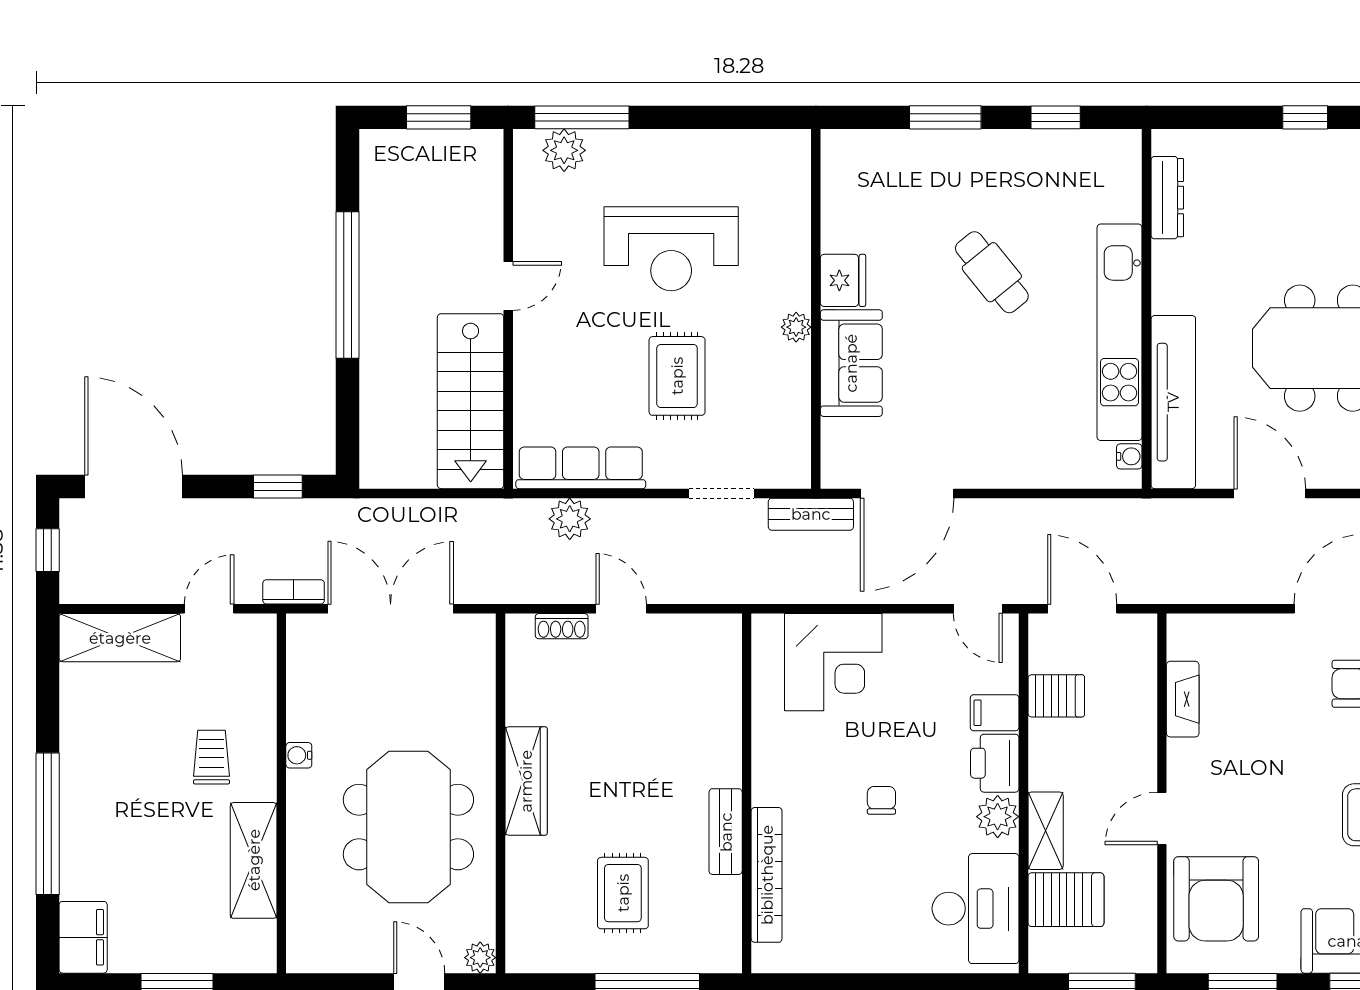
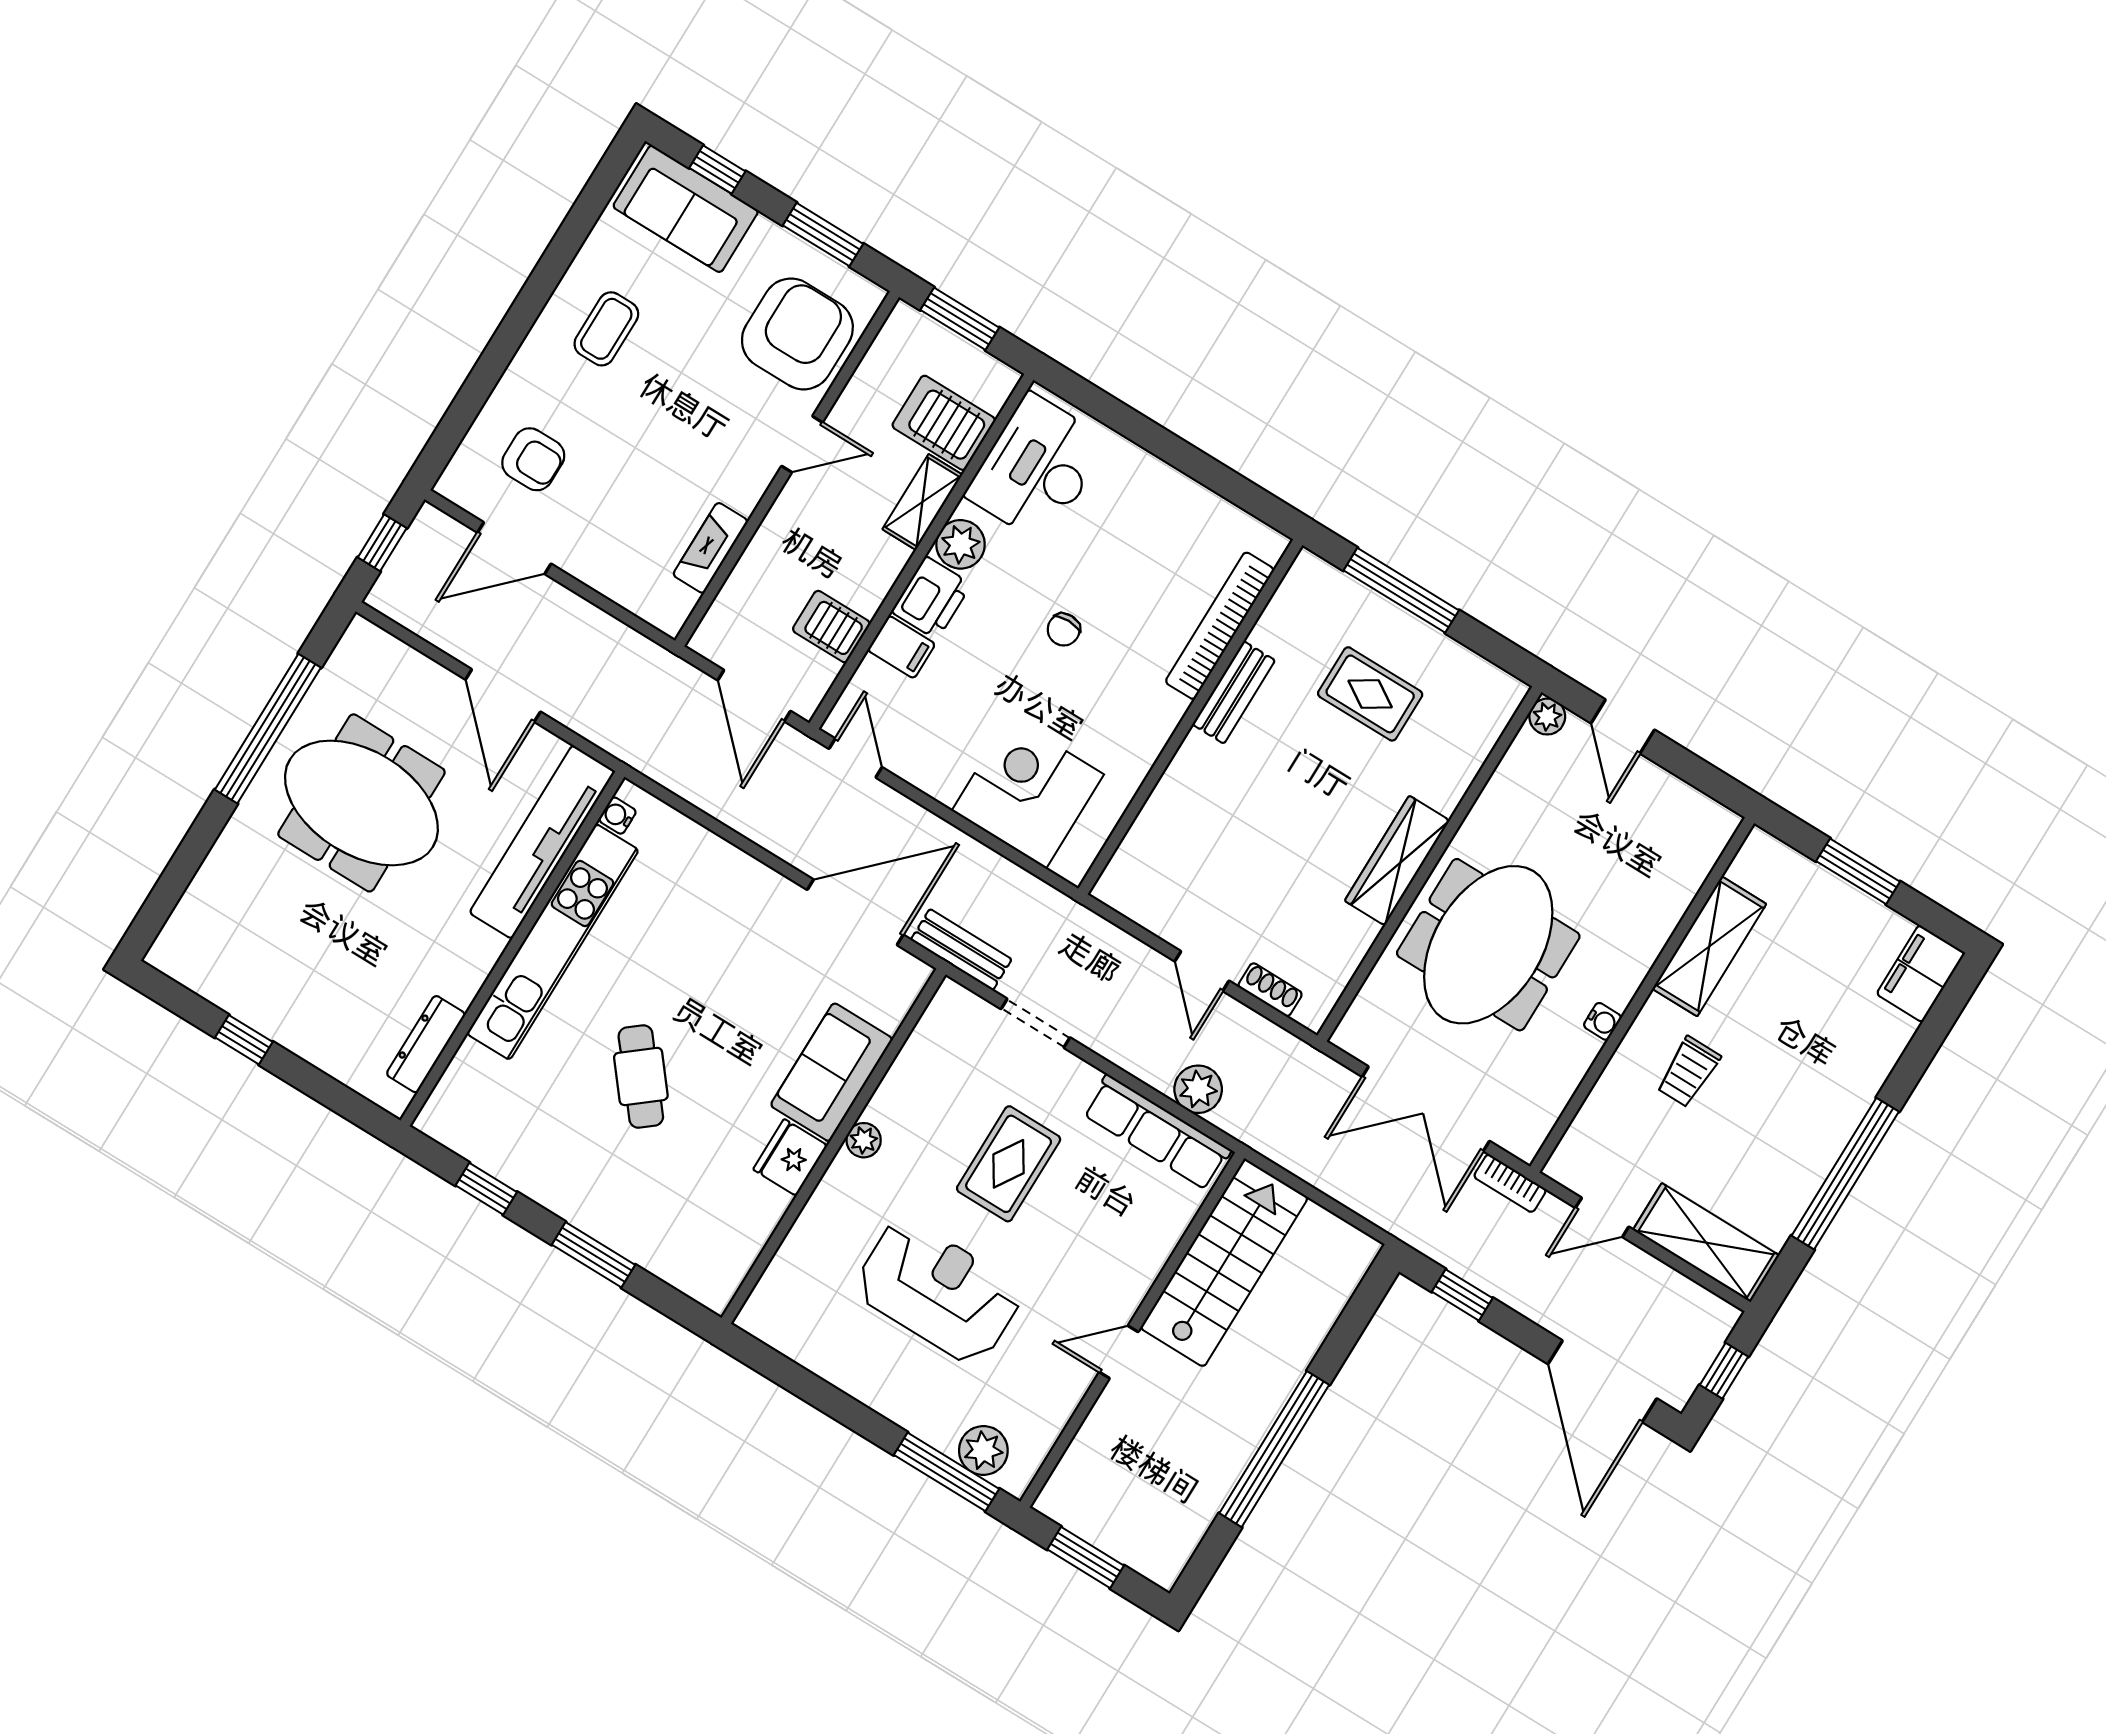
window: (48, 824) -> (1845, 1174), moved
meeting table: (408, 827) -> (1488, 945), moved
rug: (623, 893) -> (1370, 694), turned 90

